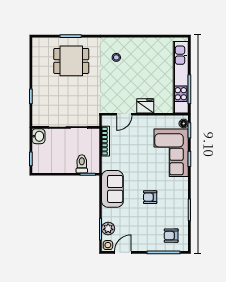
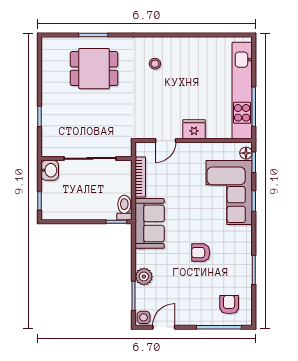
toilet: (82, 164) -> (124, 208), moved
sofa: (112, 189) -> (150, 223), moved
plant: (108, 229) -> (144, 277), moved
armchair: (171, 236) -> (229, 305), turned 90

